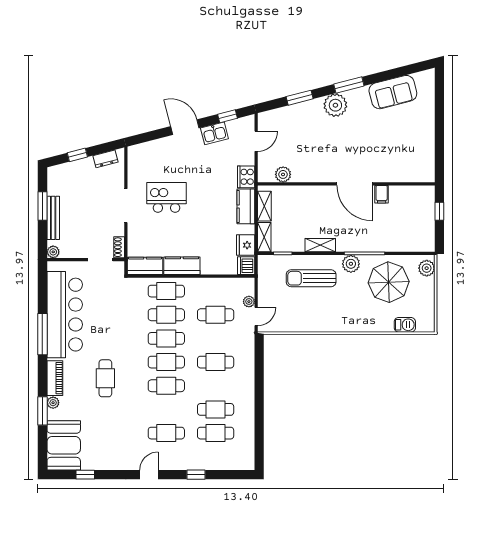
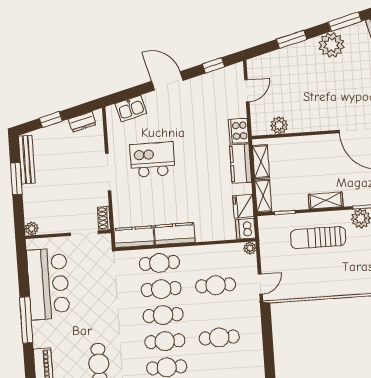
kitchen sink: (214, 133) -> (131, 108), moved
bench: (53, 218) -> (27, 160), moved
plant: (249, 302) -> (250, 248), moved
bar counter: (65, 315) -> (48, 284), width x0.73

